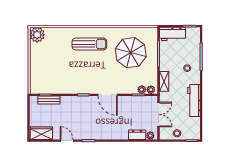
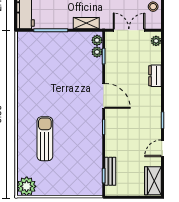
sun lounger: (89, 44) -> (45, 139), moved
parasol: (131, 53) -> (50, 66), removed
door: (108, 95) -> (104, 96), hinge flipped
dresser: (137, 135) -> (155, 76), moved

